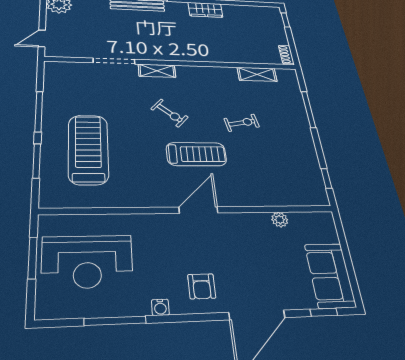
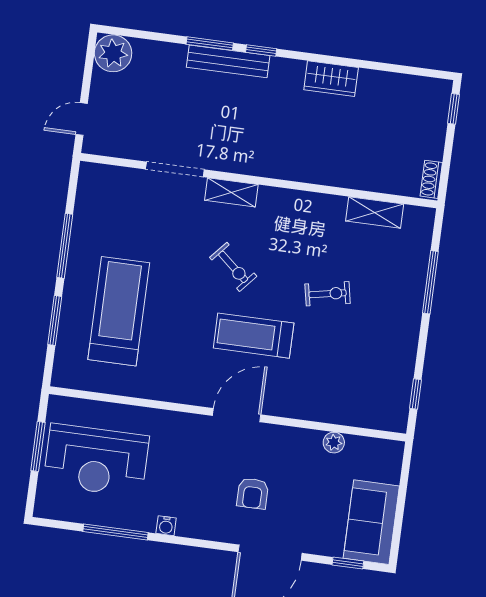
treadmill: (196, 154) -> (254, 336), turned 180
armchair: (202, 286) -> (253, 493), moved

